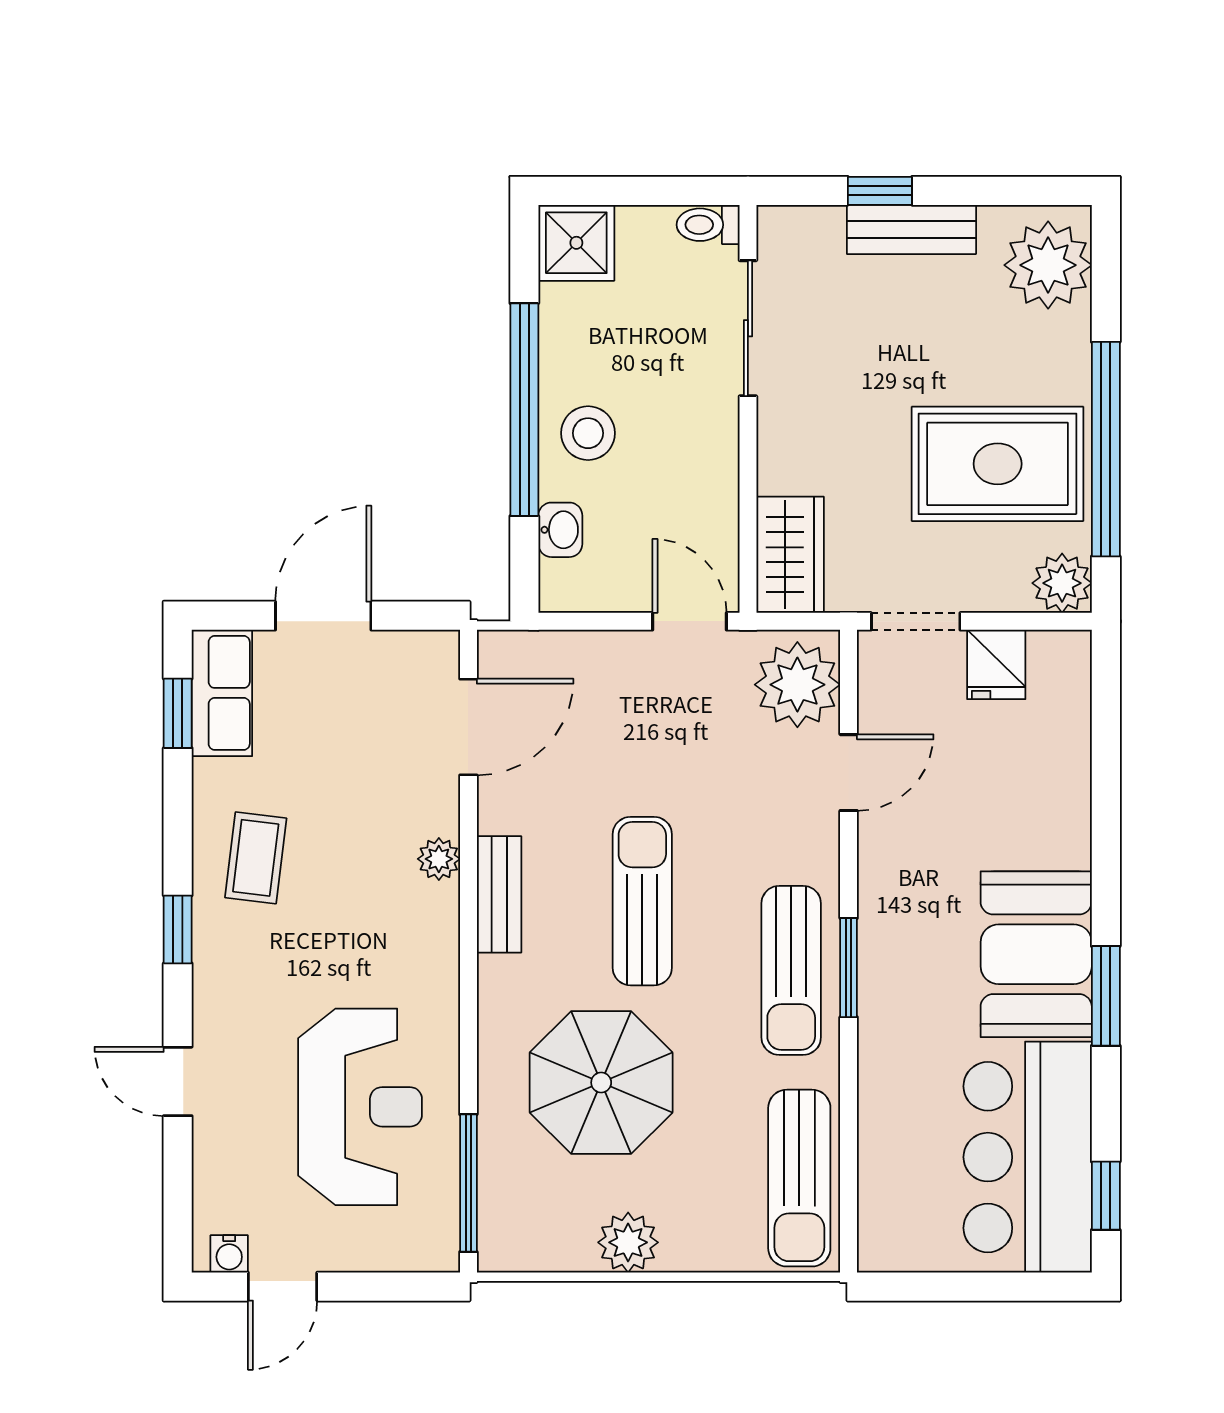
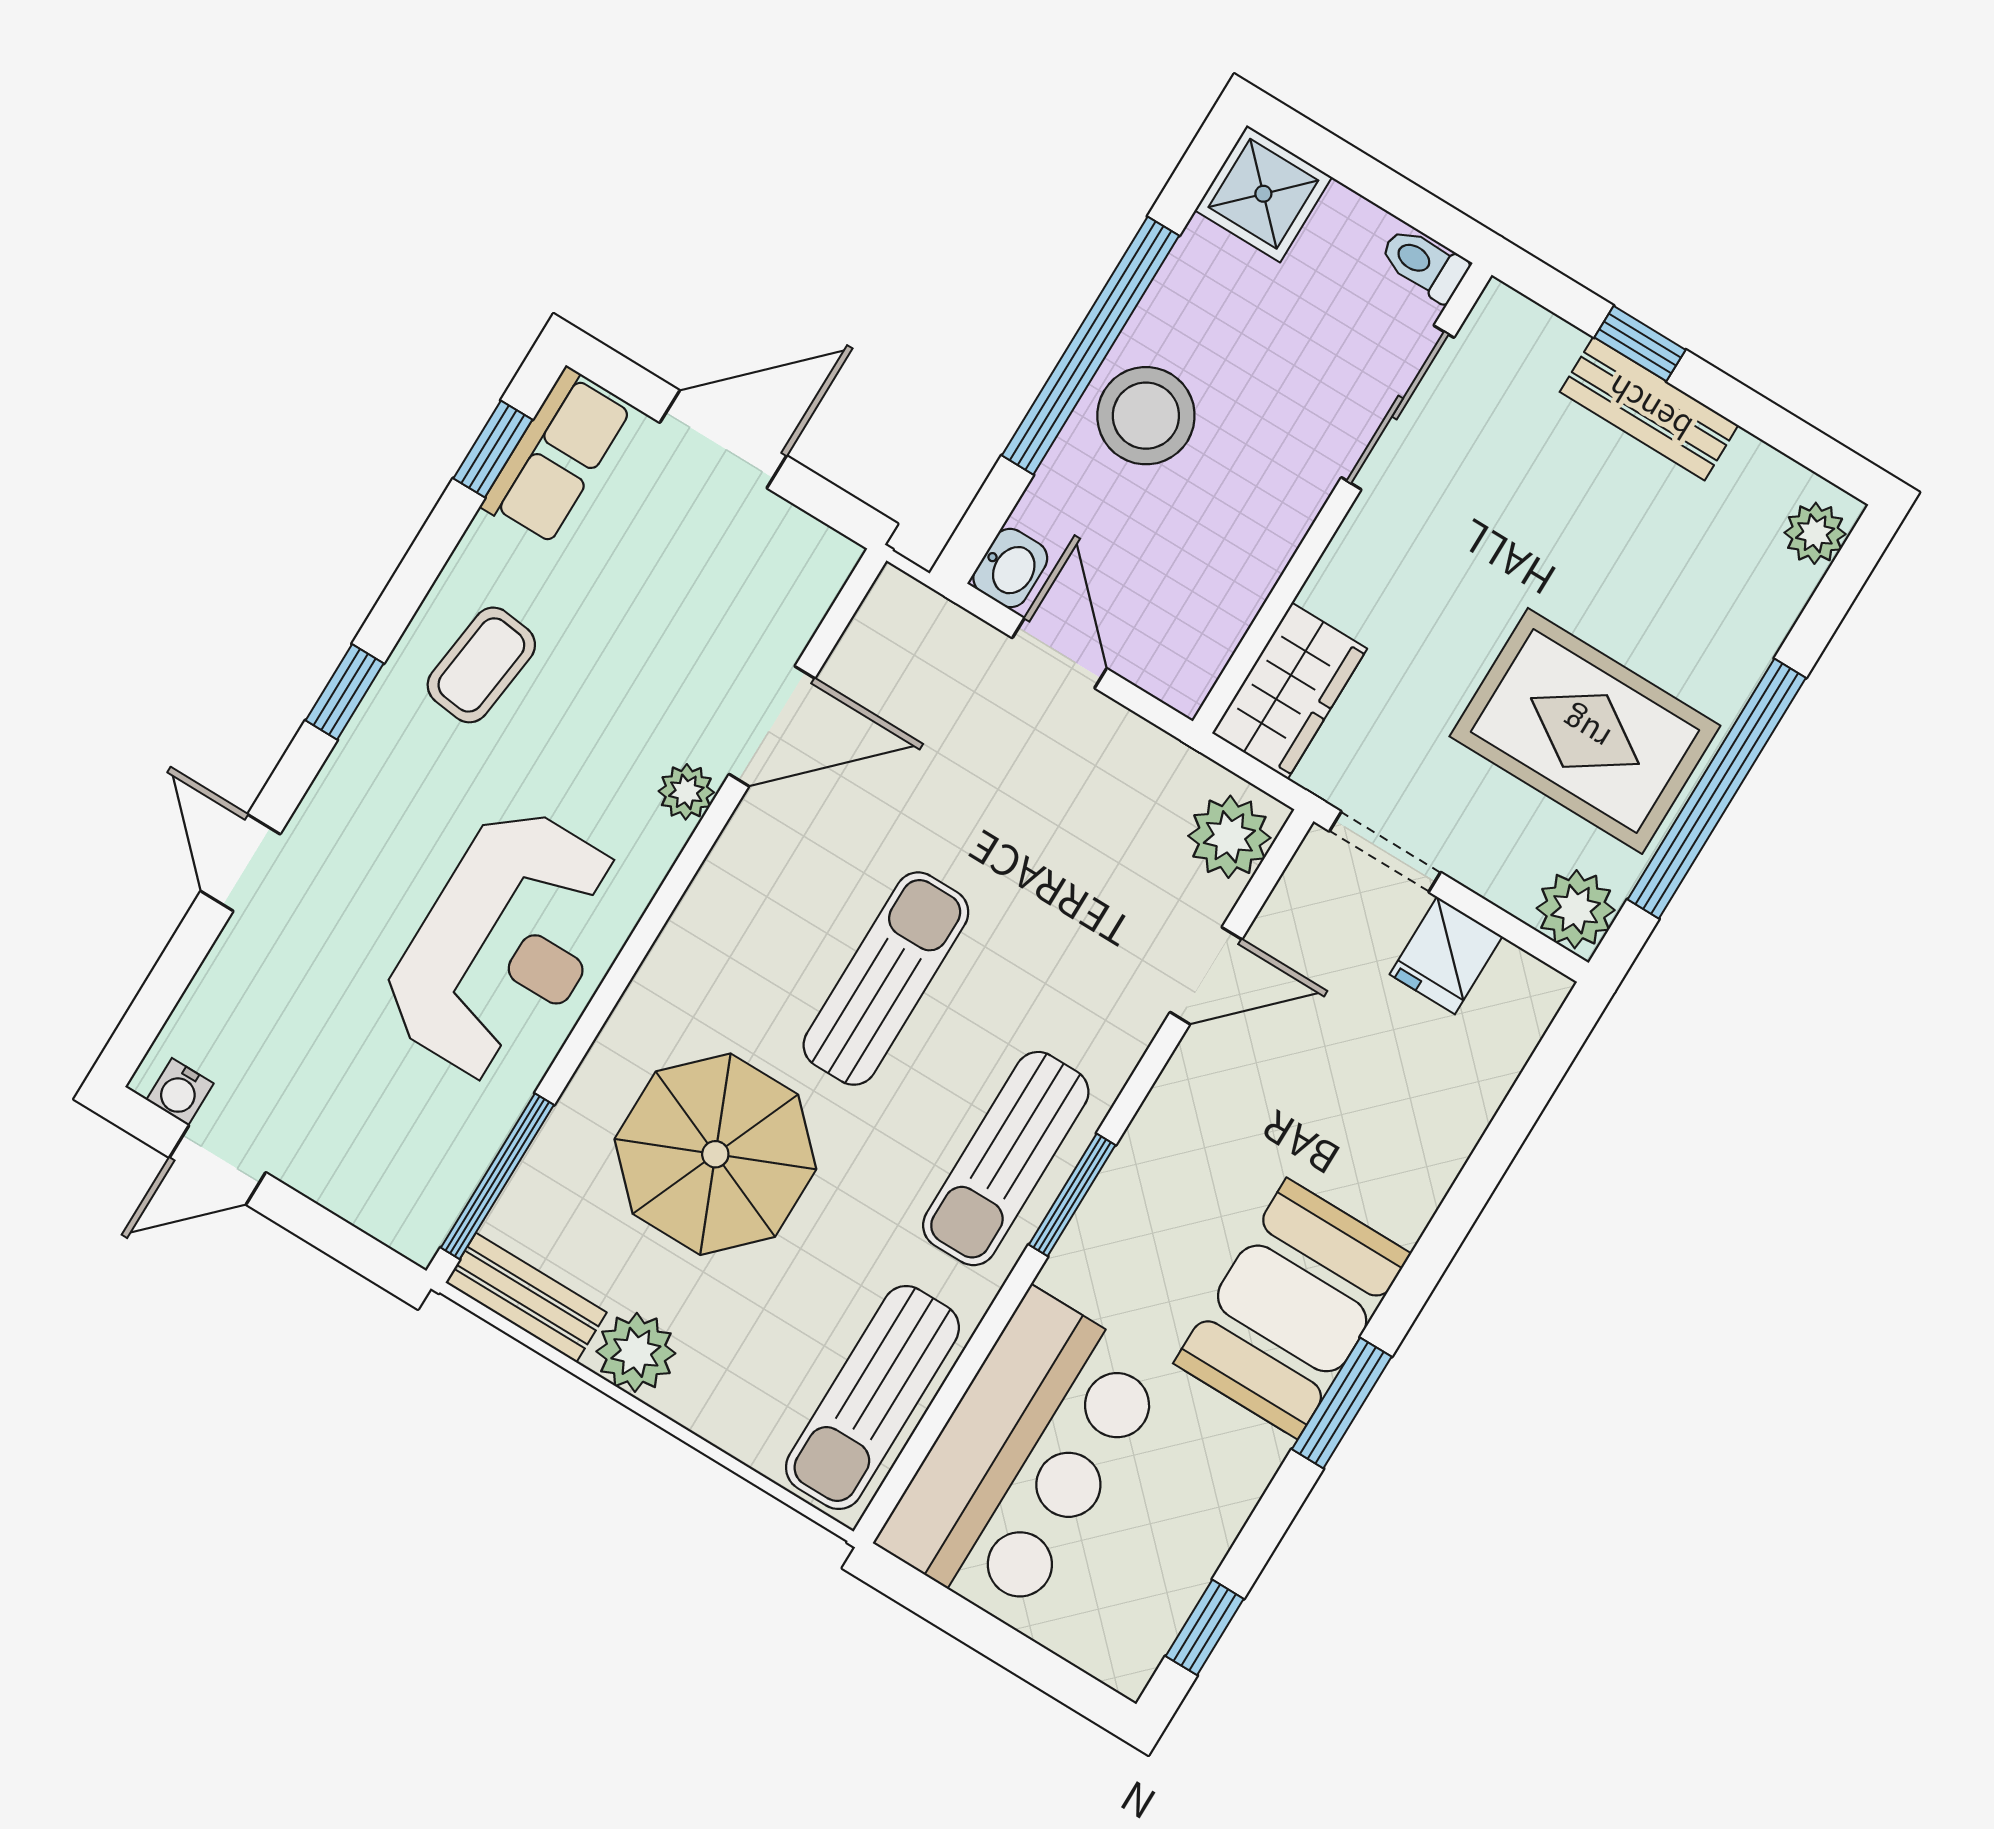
plant: (1048, 265) -> (1815, 533), width x0.53, depth x0.53
stool: (588, 433) -> (1146, 416), width x1.38, depth x1.38
washbasin: (560, 530) -> (1010, 568), moved
door: (689, 621) -> (1060, 653), moved
plant: (797, 685) -> (1229, 837), width x0.73, depth x0.73
door: (468, 727) -> (772, 726), moved
bench: (499, 894) -> (526, 1297), moved, turned 90
reception desk: (360, 1107) -> (505, 945), moved
bar counter: (1028, 1157) -> (1024, 1457), moved, turned 180

